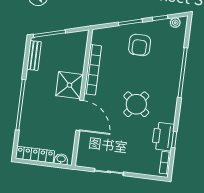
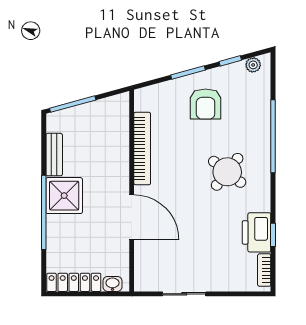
bench: (34, 55) -> (54, 155), moved
shower: (70, 85) -> (64, 196), moved
round table: (136, 104) -> (227, 172), moved

